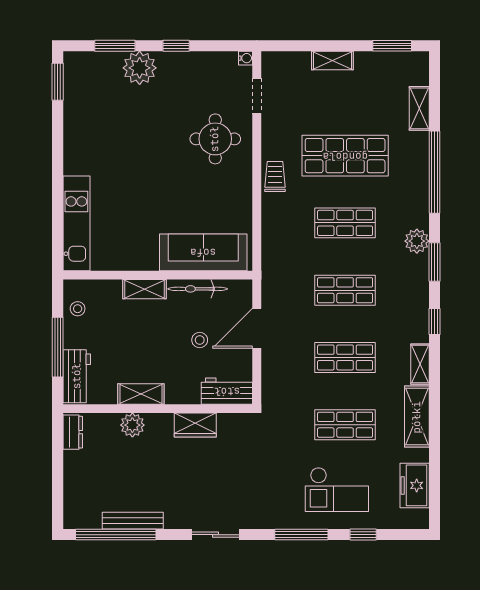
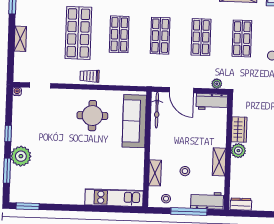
round table: (215, 139) -> (92, 116), moved
shelving: (144, 289) -> (155, 173), moved
bicycle: (198, 289) -> (157, 110), moved
stool: (200, 340) -> (185, 171), moved
plant: (269, 386) -> (217, 84), added
workbench: (227, 391) -> (212, 102), moved, turned -90
plant: (132, 425) -> (238, 151), moved

